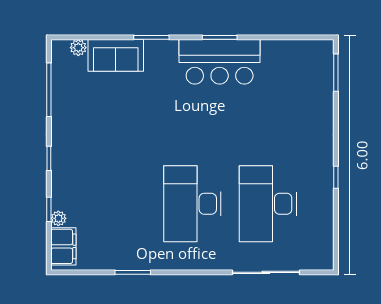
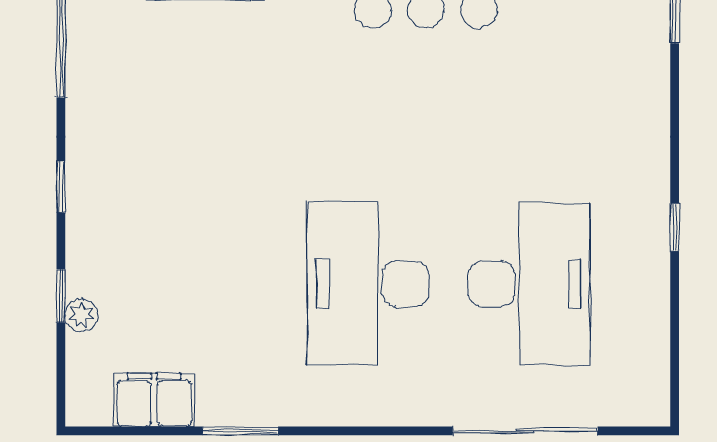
desk: (268, 204) -> (529, 284), turned 180
filing cabinet: (63, 246) -> (154, 400), moved, turned -90

